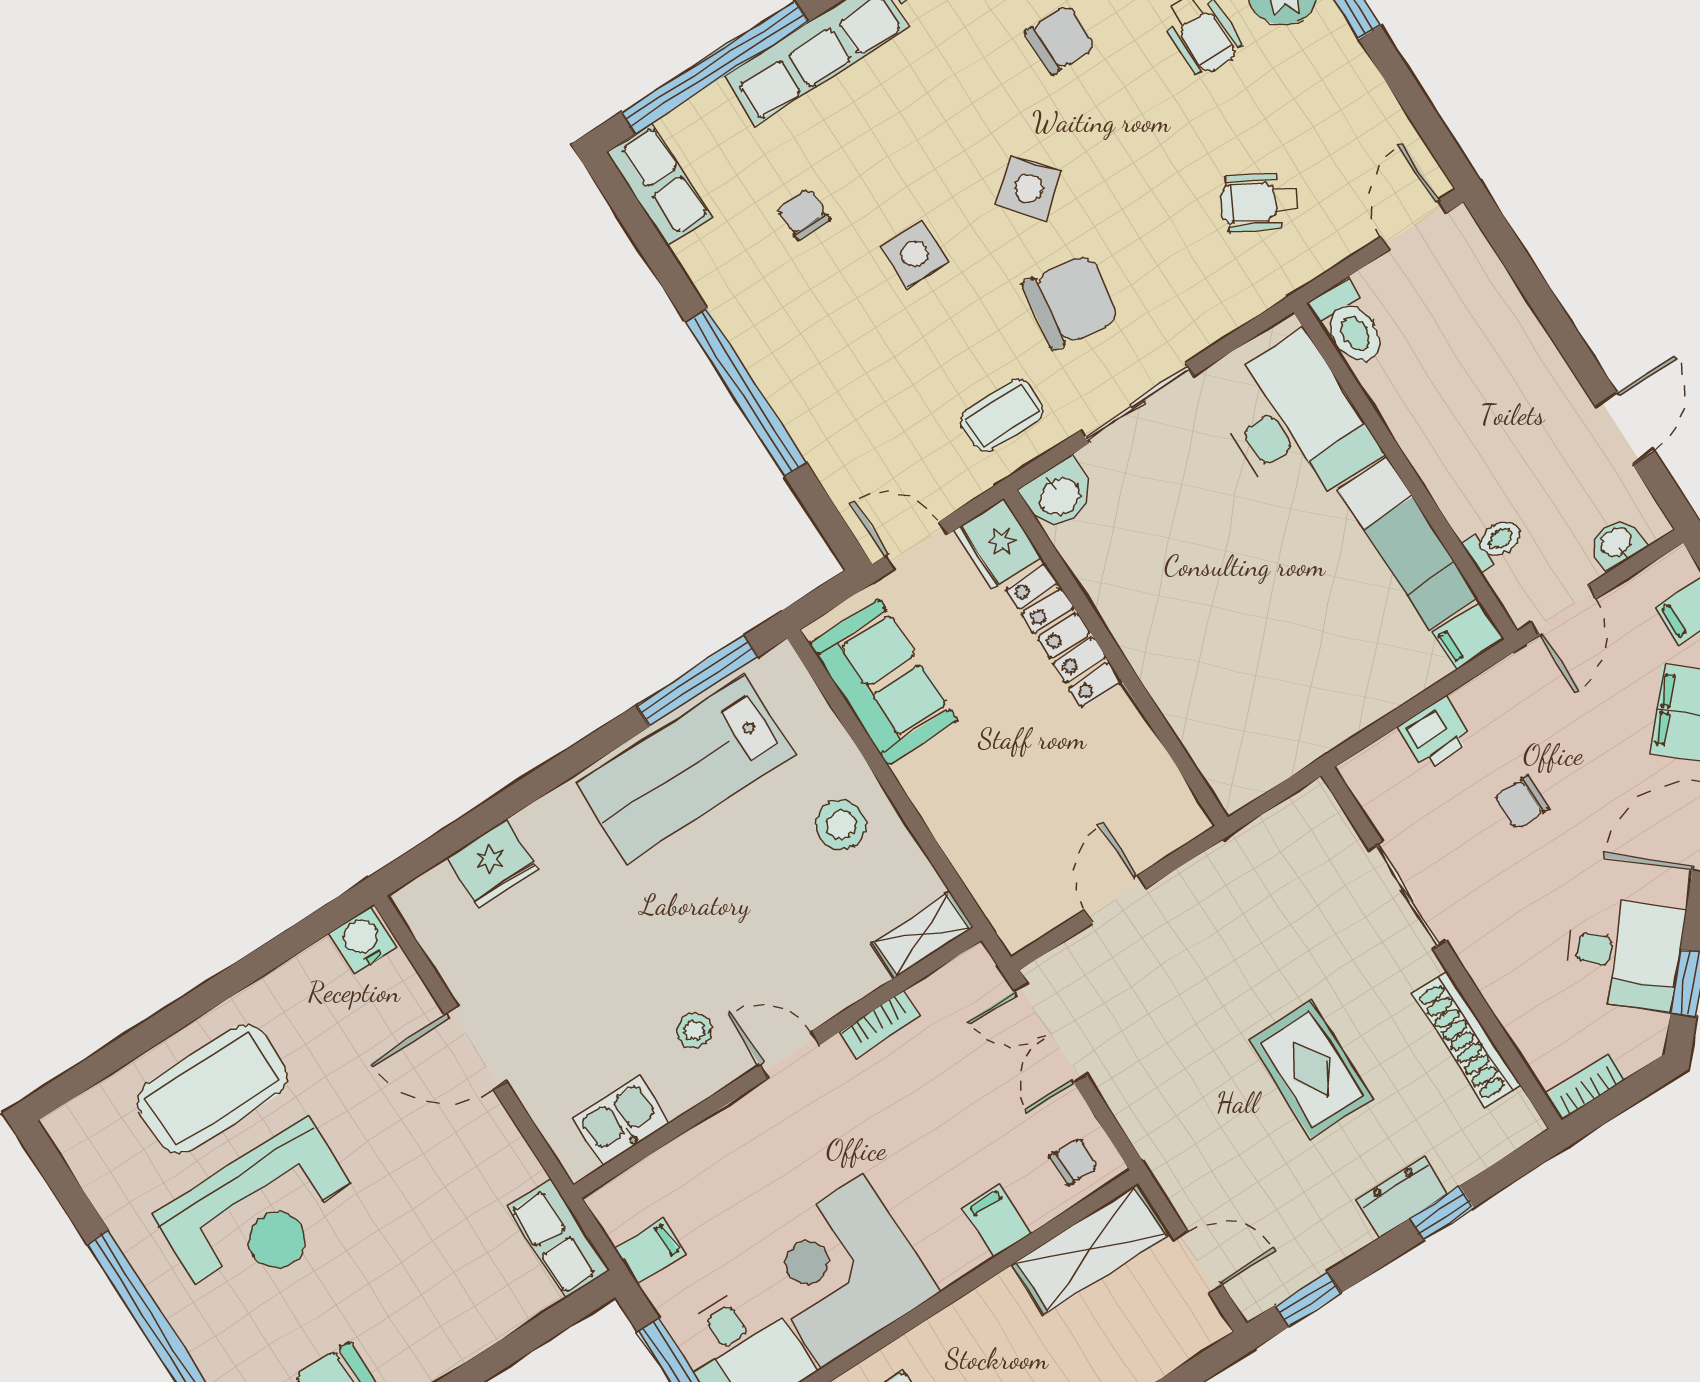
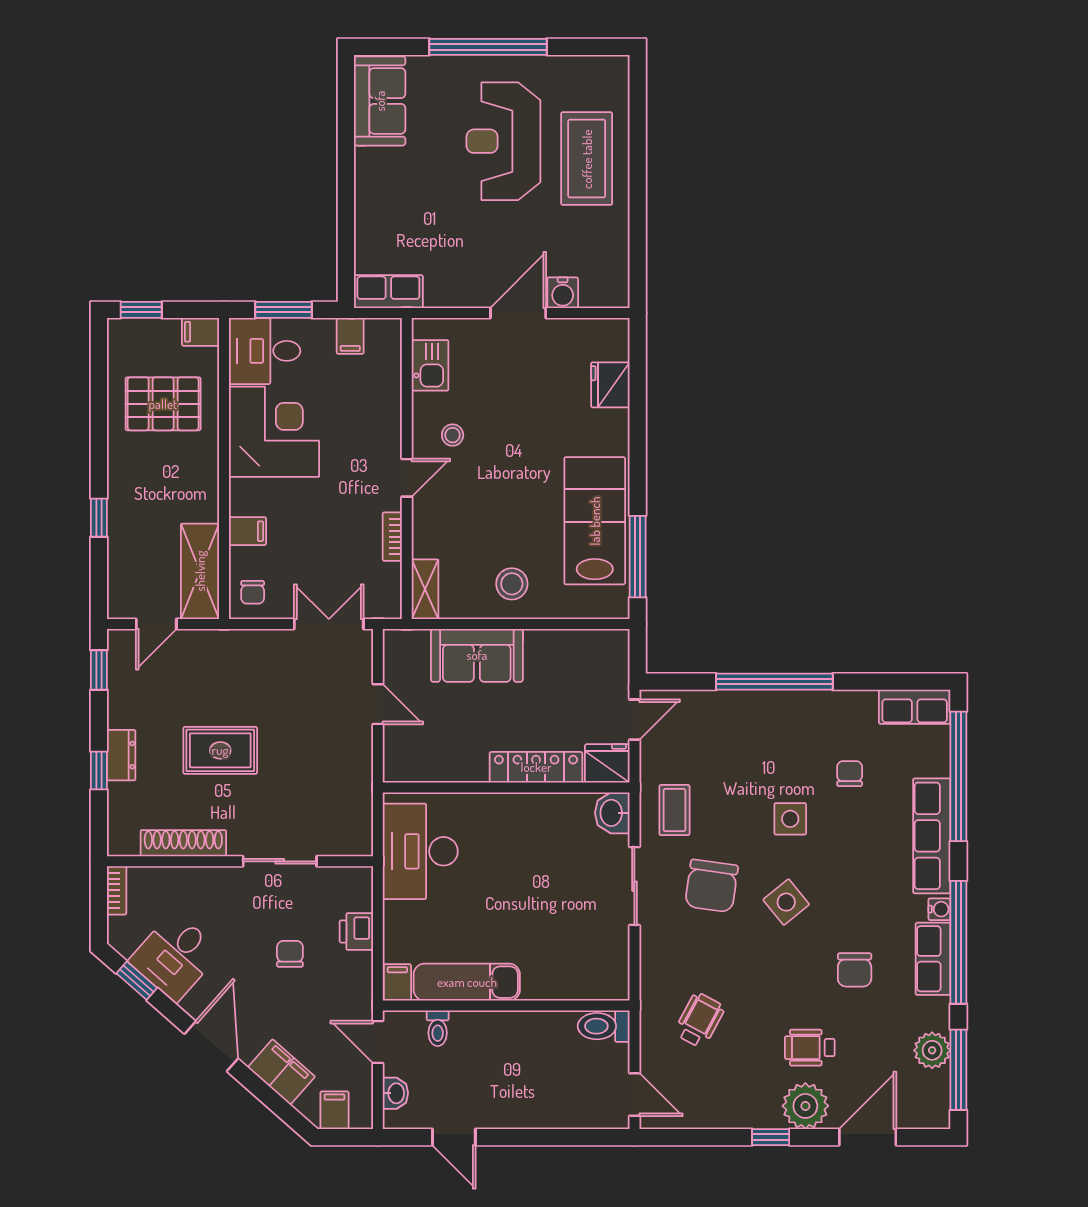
chair: (804, 214) -> (850, 774), turned -90
desk: (1295, 423) -> (420, 851), moved, turned 90
sofa: (883, 682) -> (477, 655), moved
water cooler: (363, 940) -> (563, 293), moved, turned 90

